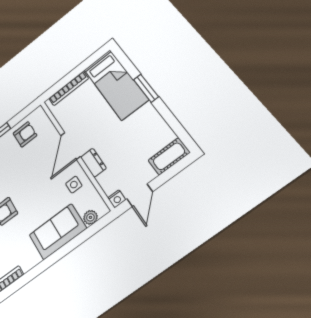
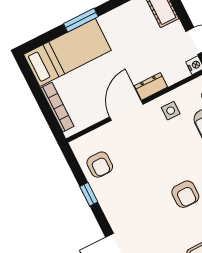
armchair: (25, 134) -> (100, 165), turned 180
door: (71, 146) -> (126, 111), swing flipped

